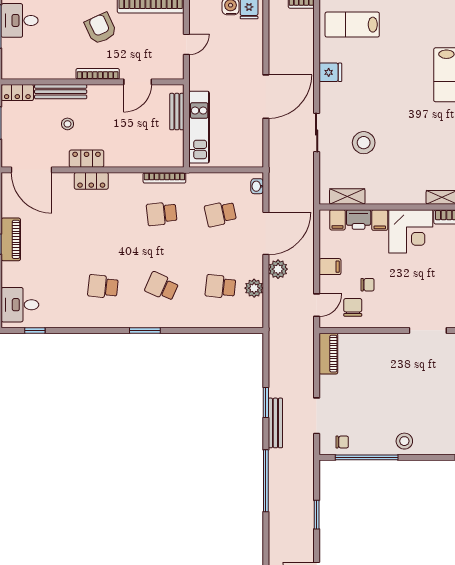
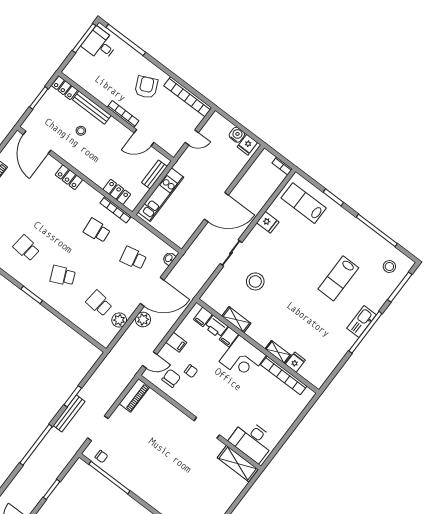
locker: (87, 159) -> (117, 192), moved
shelving: (347, 197) -> (236, 320), moved
school desk: (162, 287) -> (63, 276), turned -48
stool: (404, 441) -> (140, 485), removed

